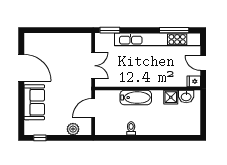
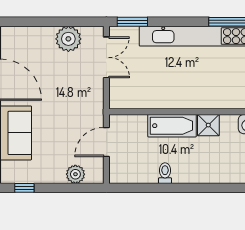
plant: (68, 41) -> (68, 39), added
double door: (93, 66) -> (106, 57), moved
shower: (171, 97) -> (208, 125), moved

